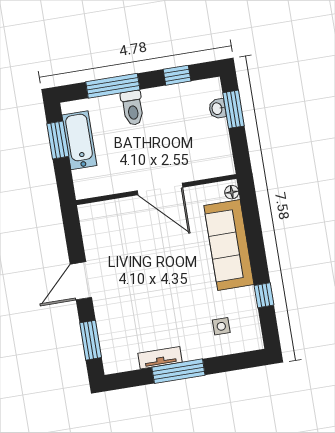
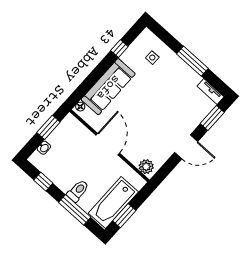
window: (234, 109) -> (48, 127), moved
bathtub: (79, 140) -> (113, 202), width x1.36, depth x1.36
plant: (96, 214) -> (146, 167), added
tv unit: (160, 358) -> (211, 92), moved

